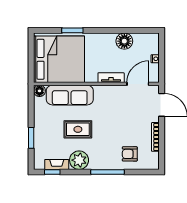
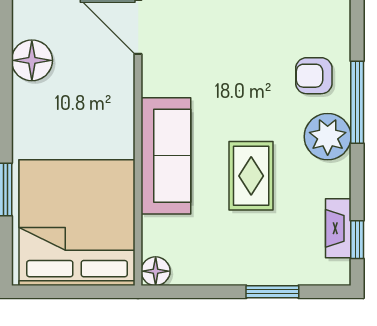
tv unit: (111, 78) -> (123, 93), removed
sofa: (70, 95) -> (166, 156), moved
armchair: (130, 154) -> (314, 76), moved, turned 90
plant: (79, 160) -> (328, 137), moved

